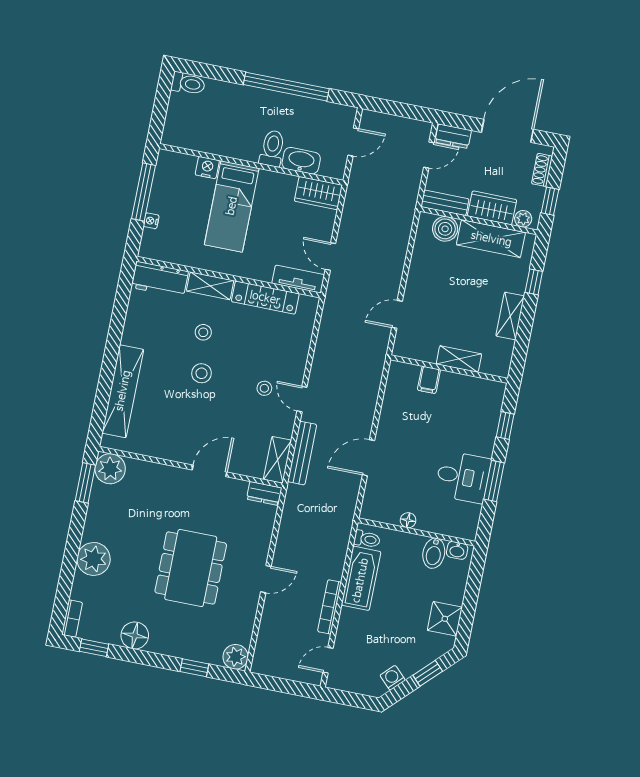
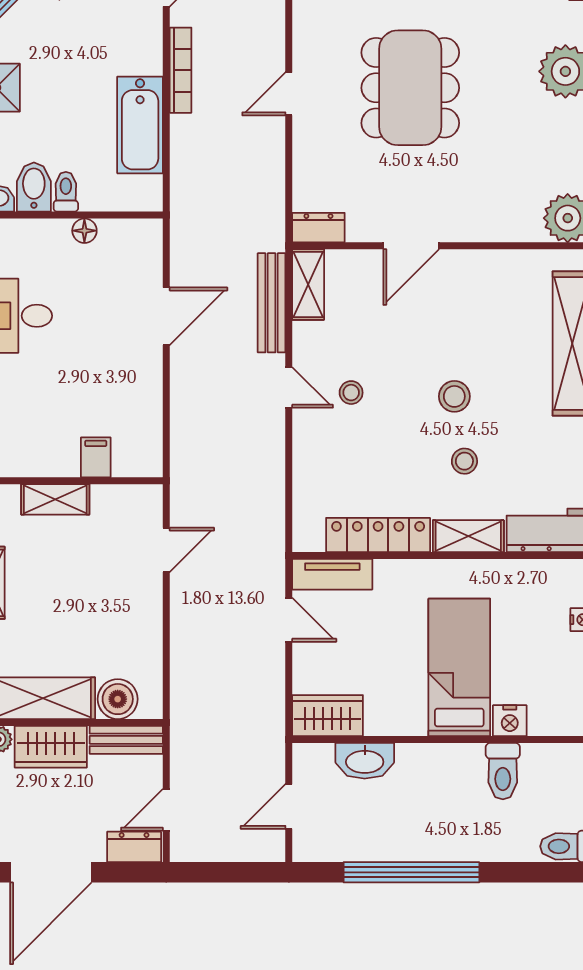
toilet: (272, 148) -> (503, 771), moved
toilet: (367, 539) -> (66, 192), moved, turned 90

